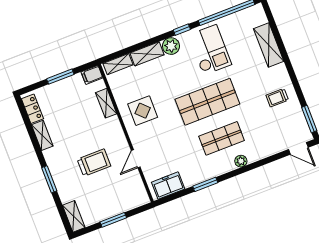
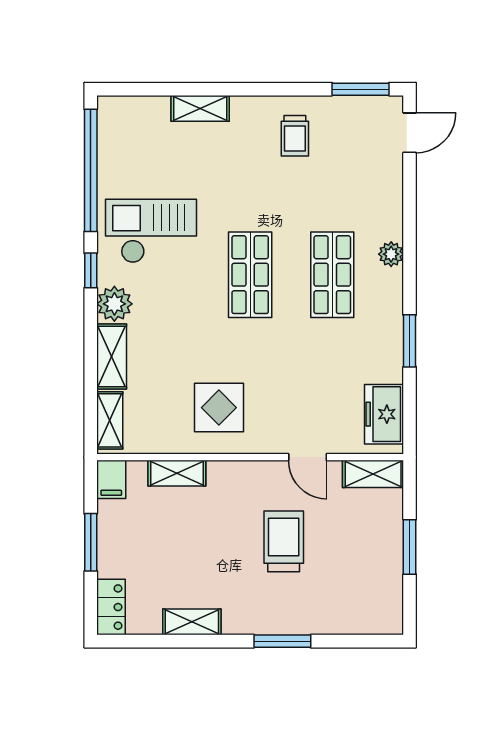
shelving: (269, 45) -> (200, 108), width x0.67, depth x0.75
shop shelf: (207, 102) -> (250, 275), width x0.70, depth x0.74
locker: (32, 109) -> (111, 607), moved, turned 90
shelving: (74, 216) -> (373, 474), moved

